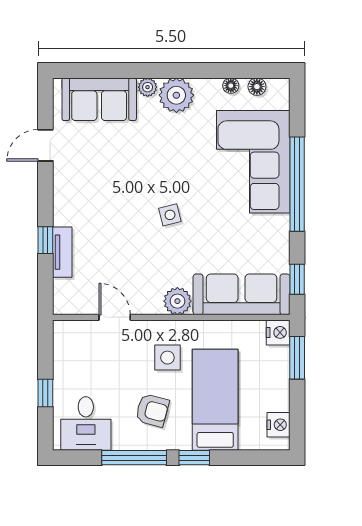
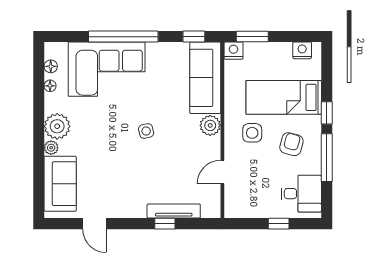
tv unit: (62, 252) -> (174, 211), width x1.41

